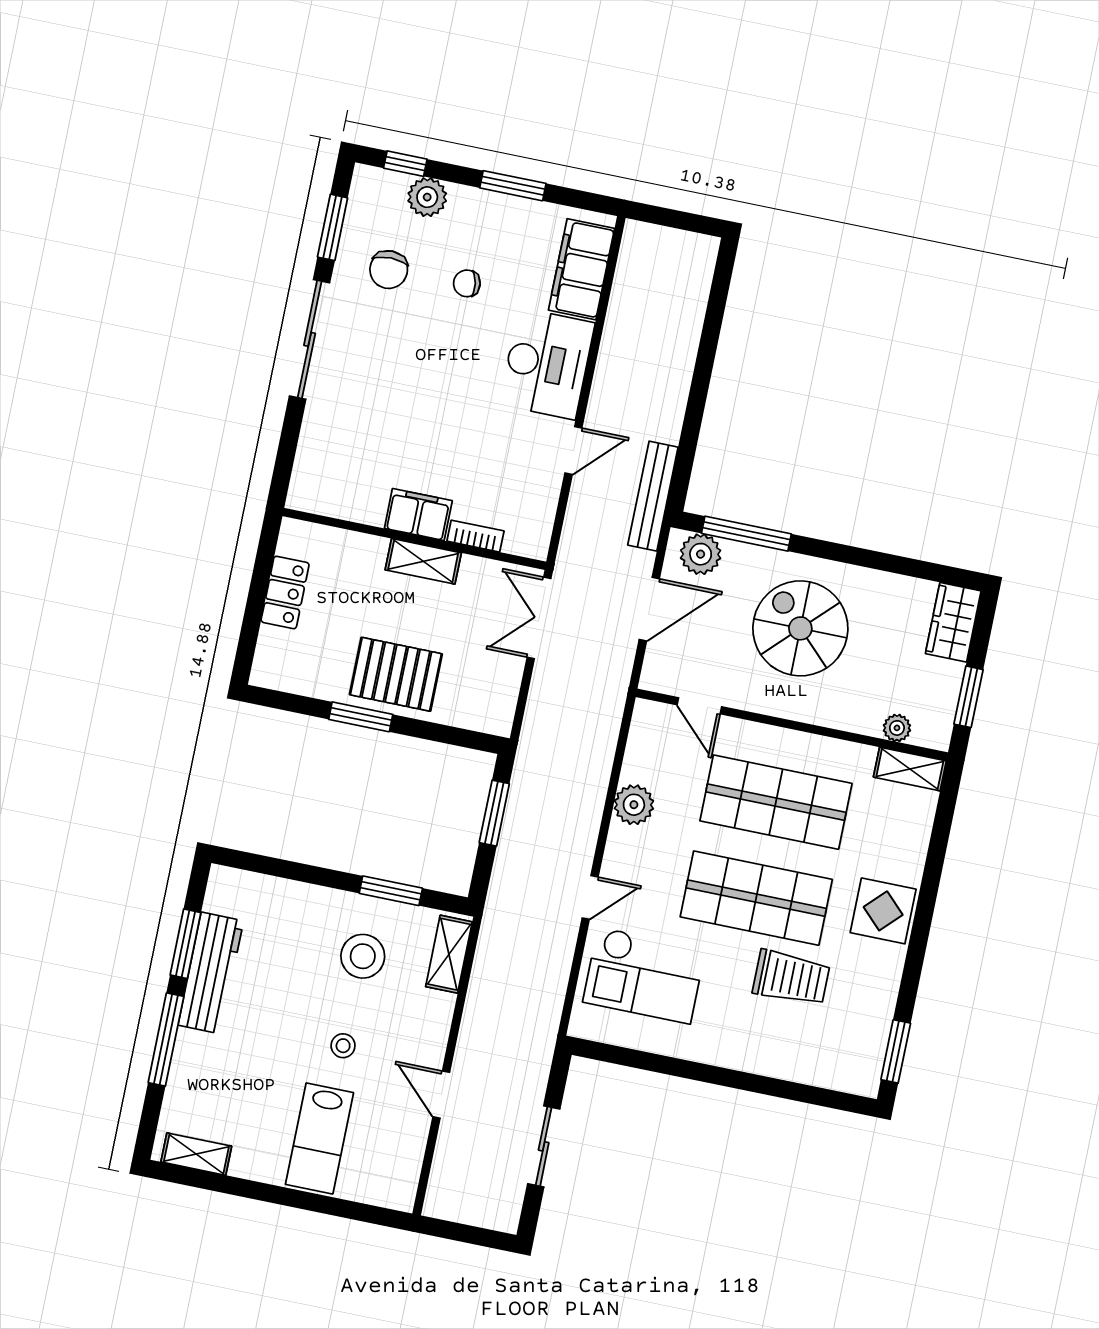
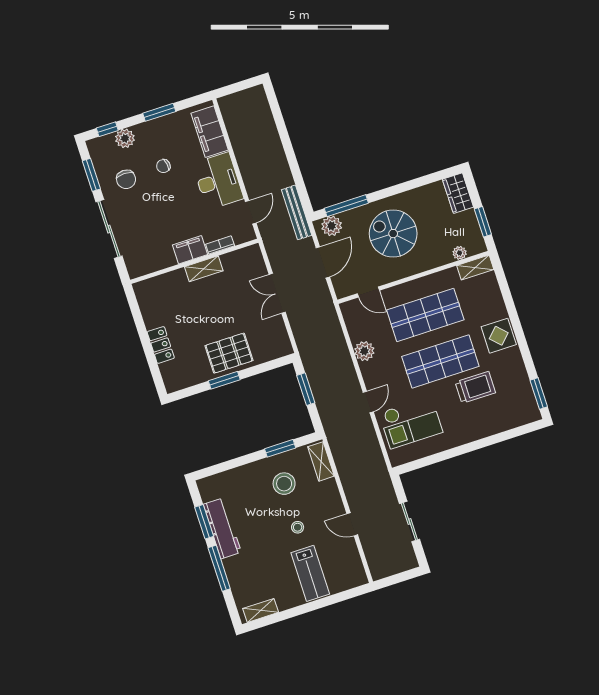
filing cabinet: (418, 515) -> (190, 250), moved
bookcase: (475, 536) -> (220, 245), moved
wall: (414, 539) -> (194, 261), moved
shelving: (423, 561) -> (204, 269), moved

